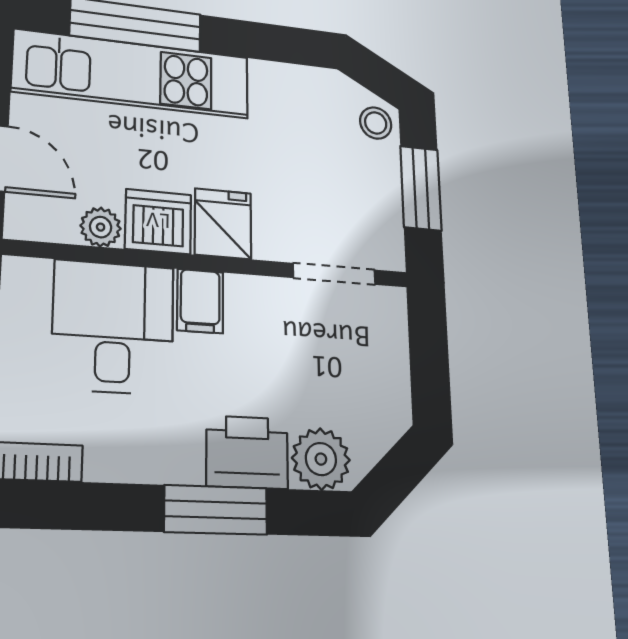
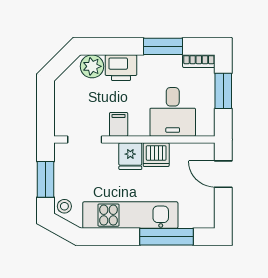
kitchen unit: (133, 74) -> (130, 215), moved
plant: (101, 227) -> (178, 150), removed
filing cabinet: (200, 301) -> (119, 124), moved
window: (216, 510) -> (163, 46), moved

